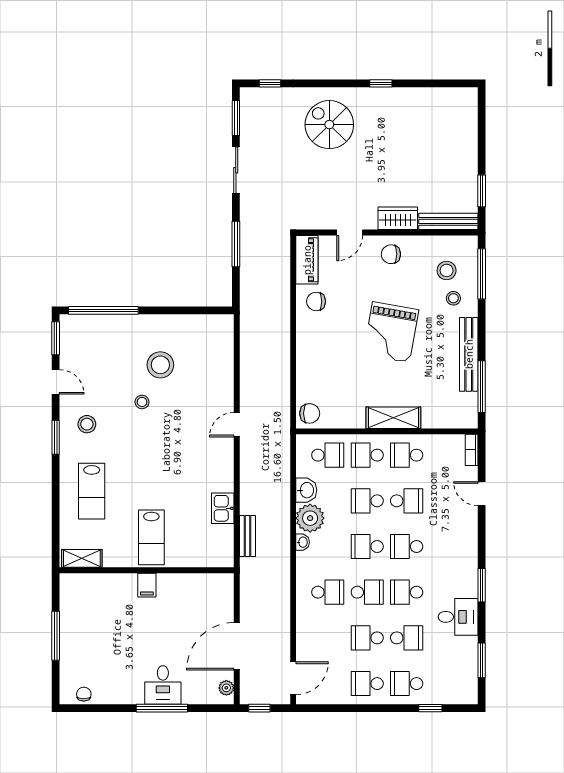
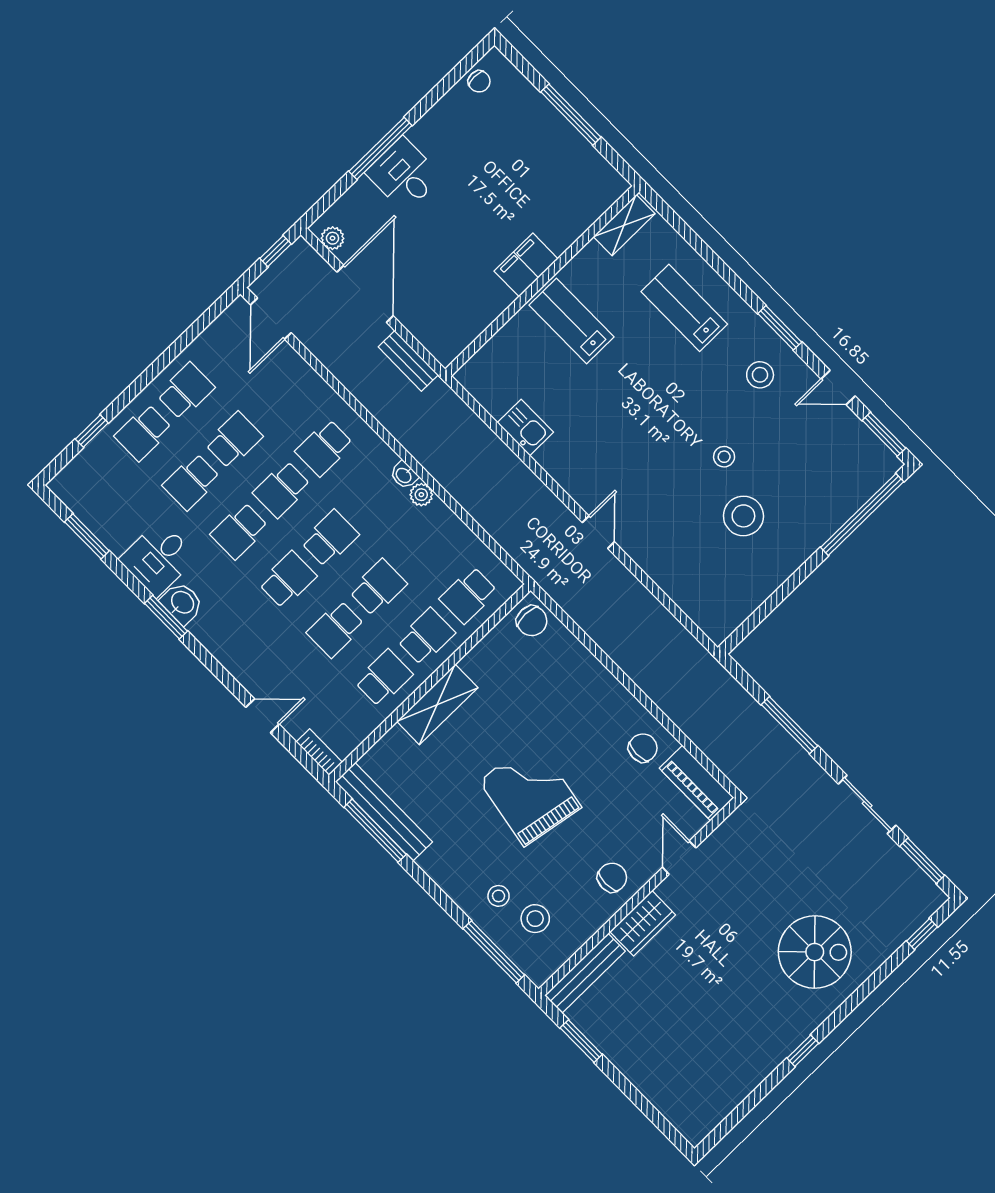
bench: (469, 354) -> (384, 812), moved
chair: (310, 413) -> (532, 621), turned -89
washbasin: (306, 490) -> (182, 603), moved, turned 180
plant: (310, 518) -> (421, 495), width x0.53, depth x0.53
bench: (247, 536) -> (408, 361), moved
filing cabinet: (147, 585) -> (526, 265), width x2.00
school desk: (407, 592) -> (239, 531), turned 180
school desk: (407, 684) -> (143, 433), turned 180

